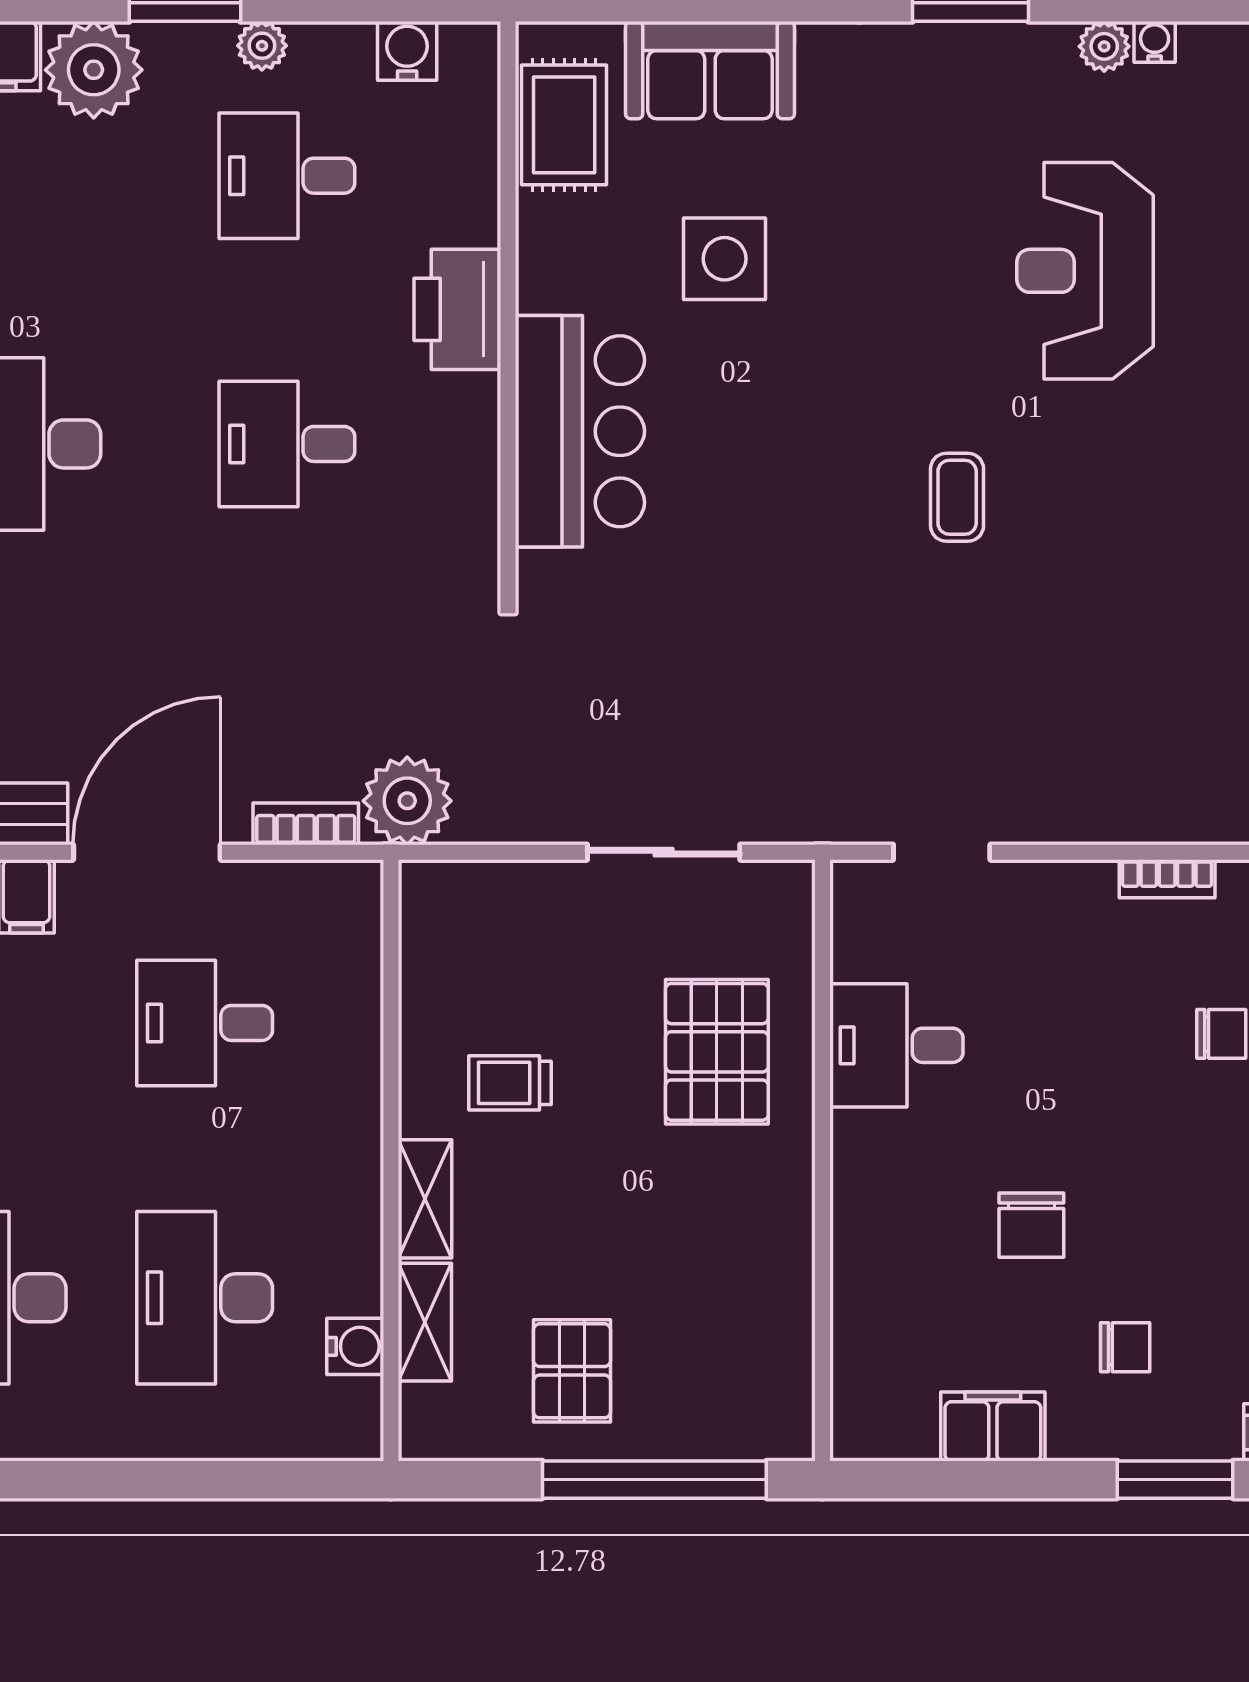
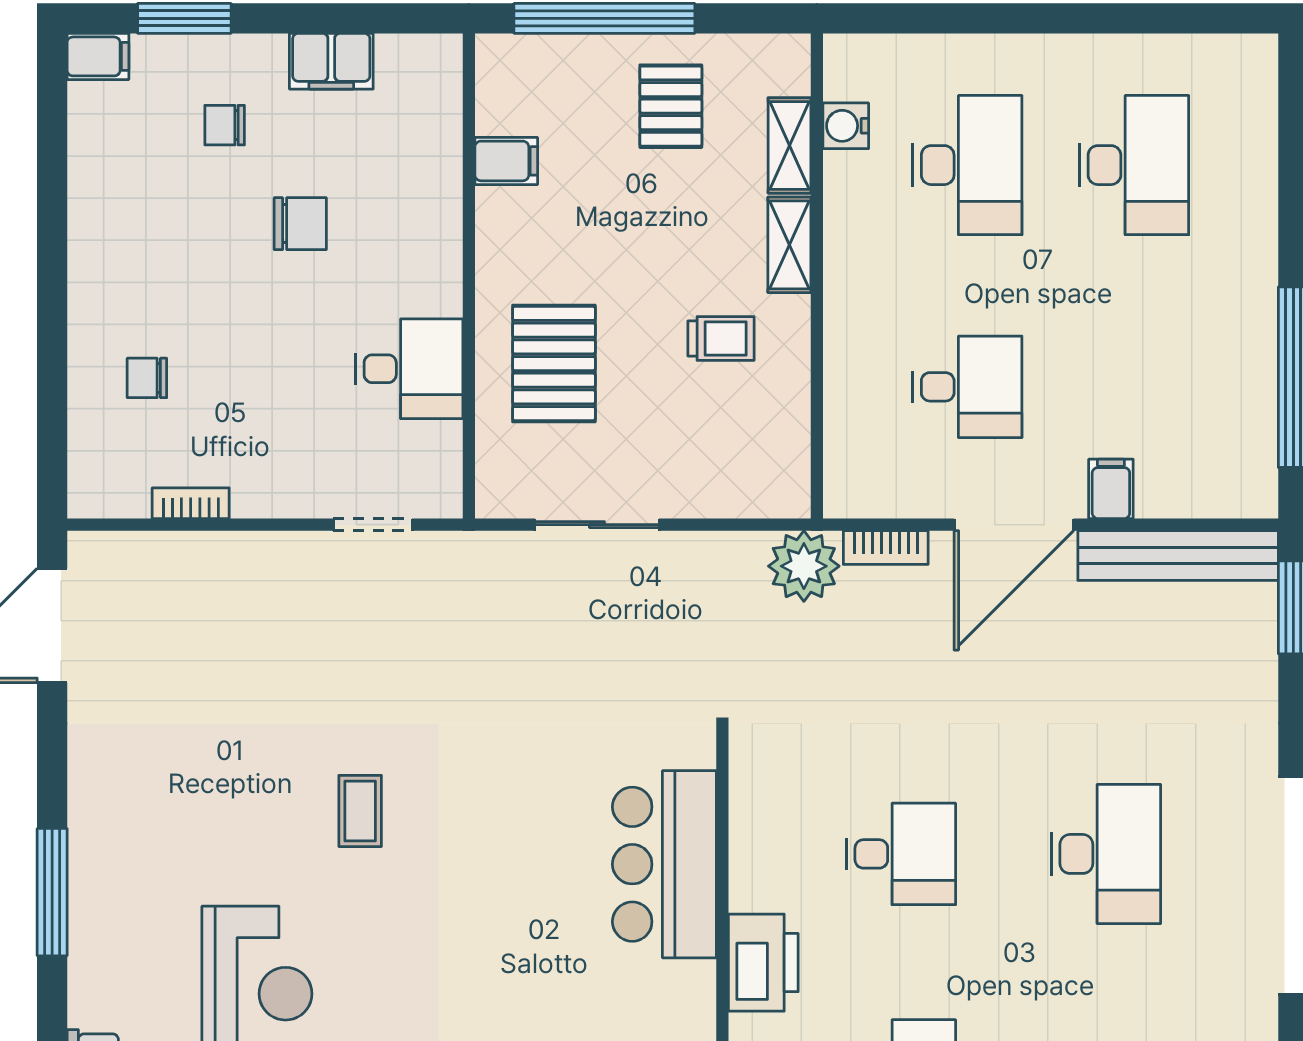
side table: (725, 259) -> (548, 1003), removed
chair: (1031, 1225) -> (300, 224), turned 90
filing cabinet: (776, 1303) -> (506, 161), added

